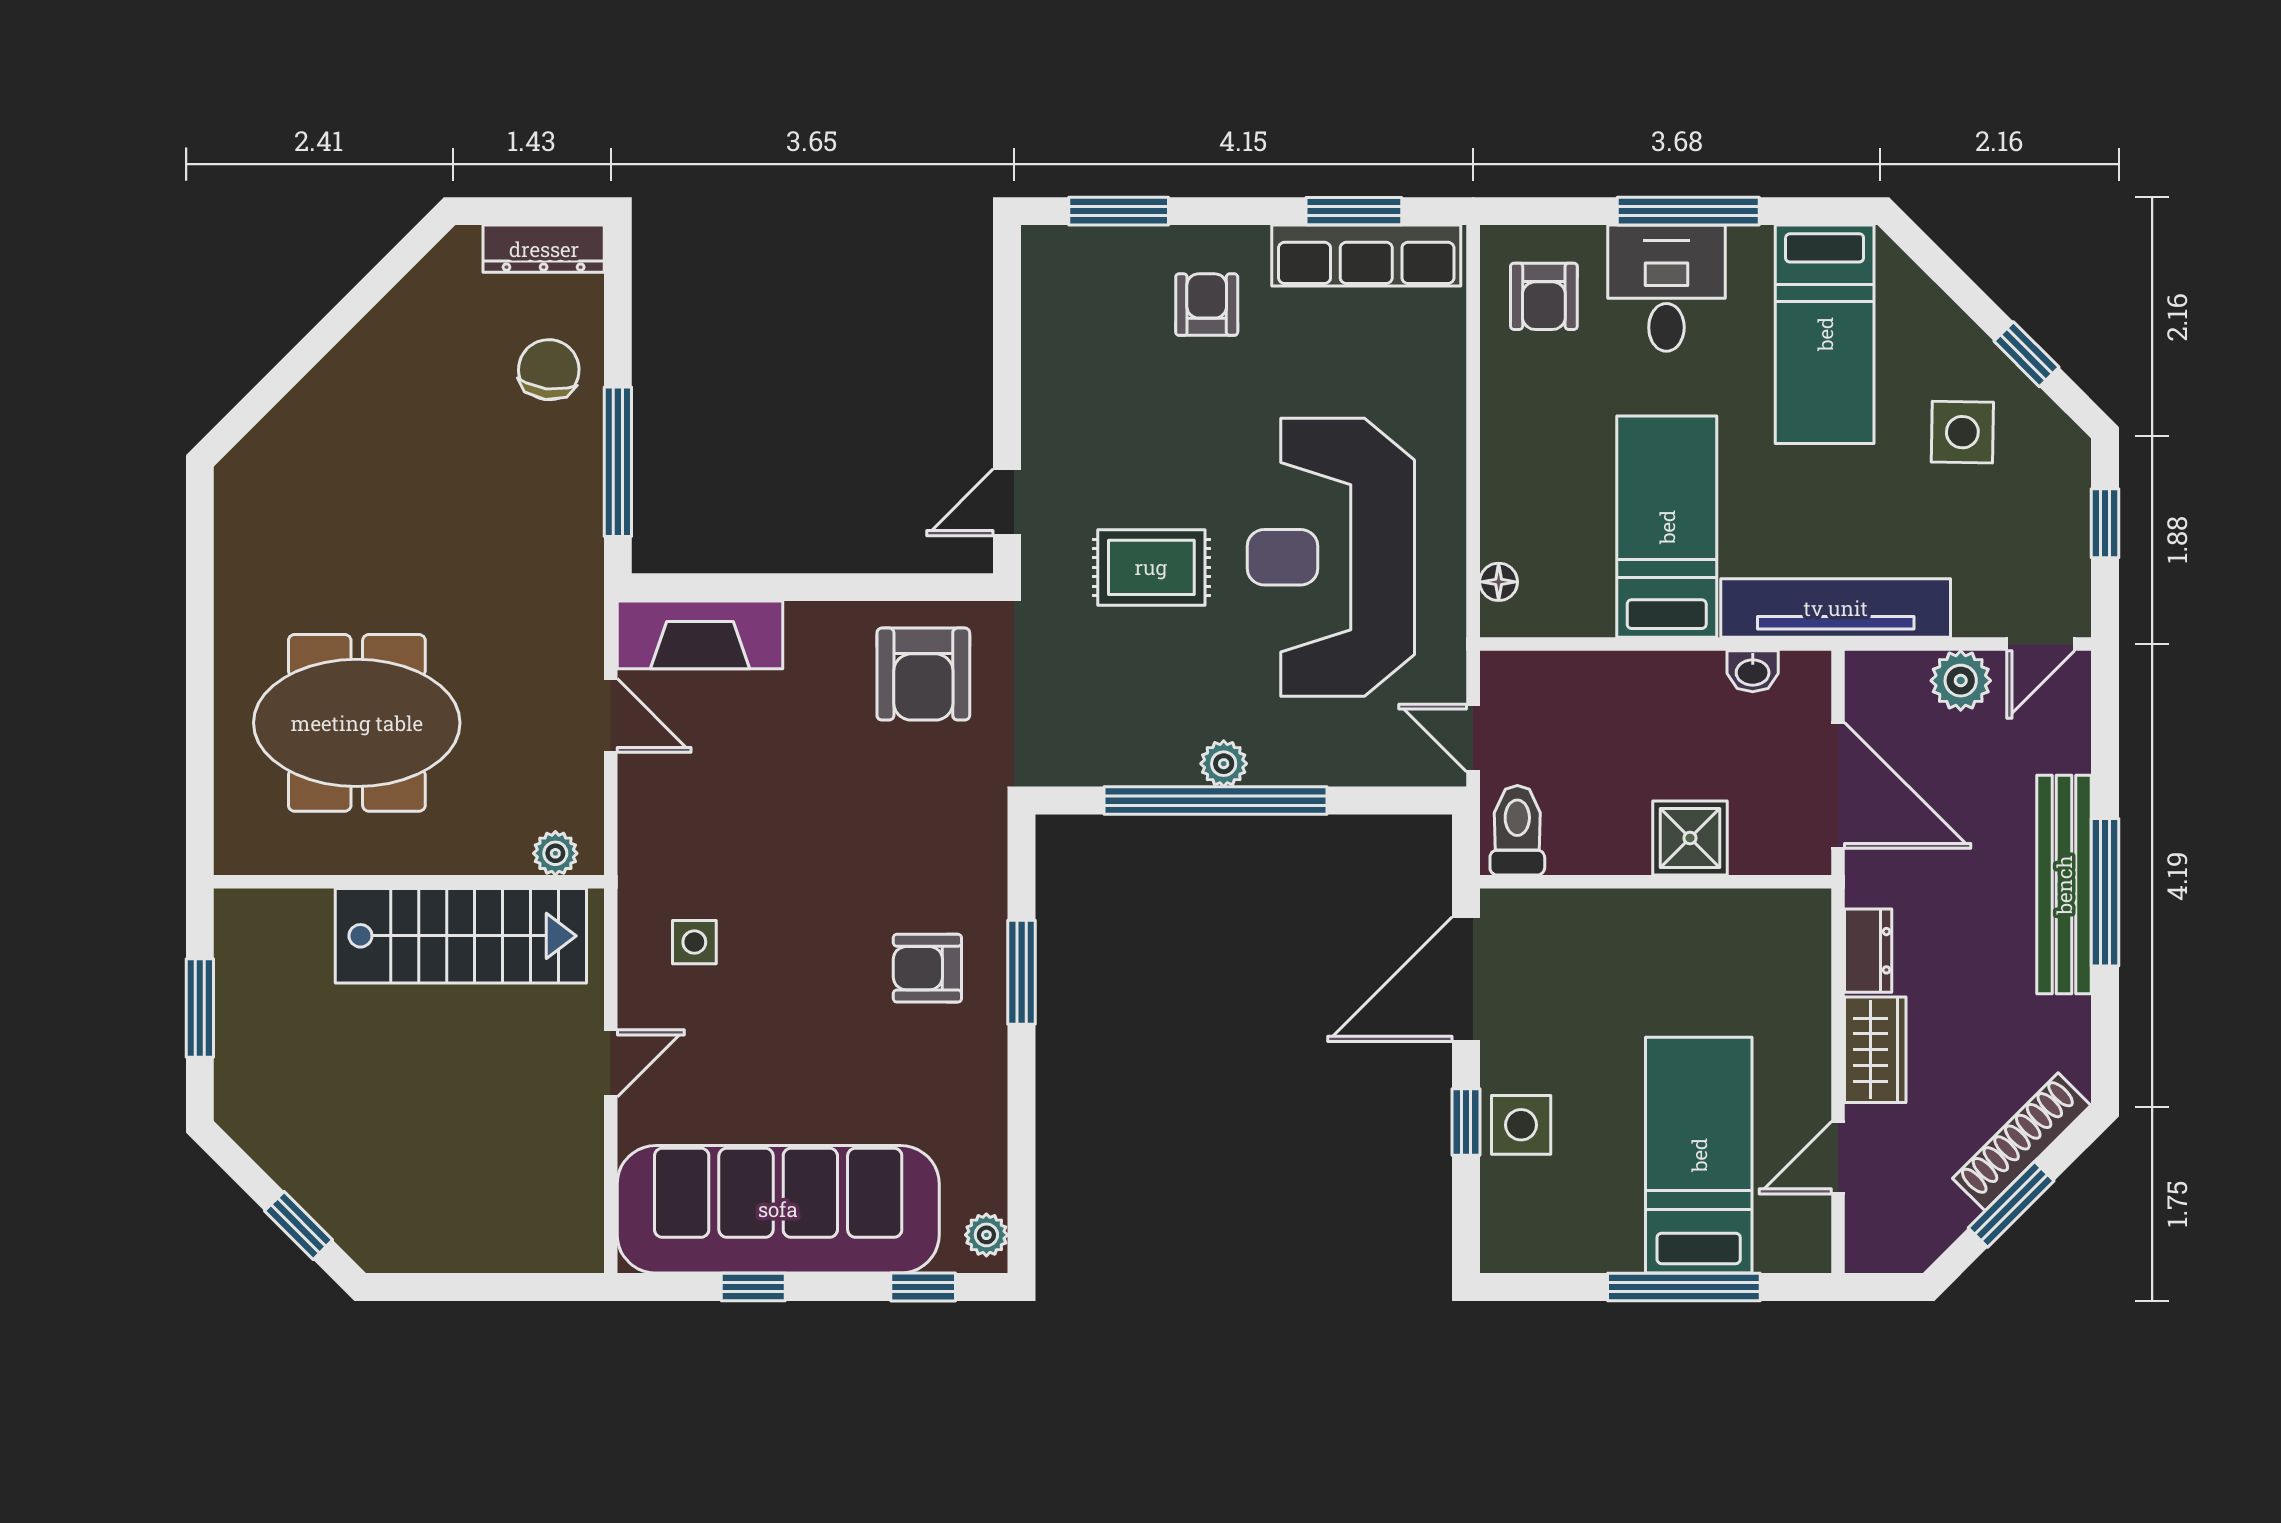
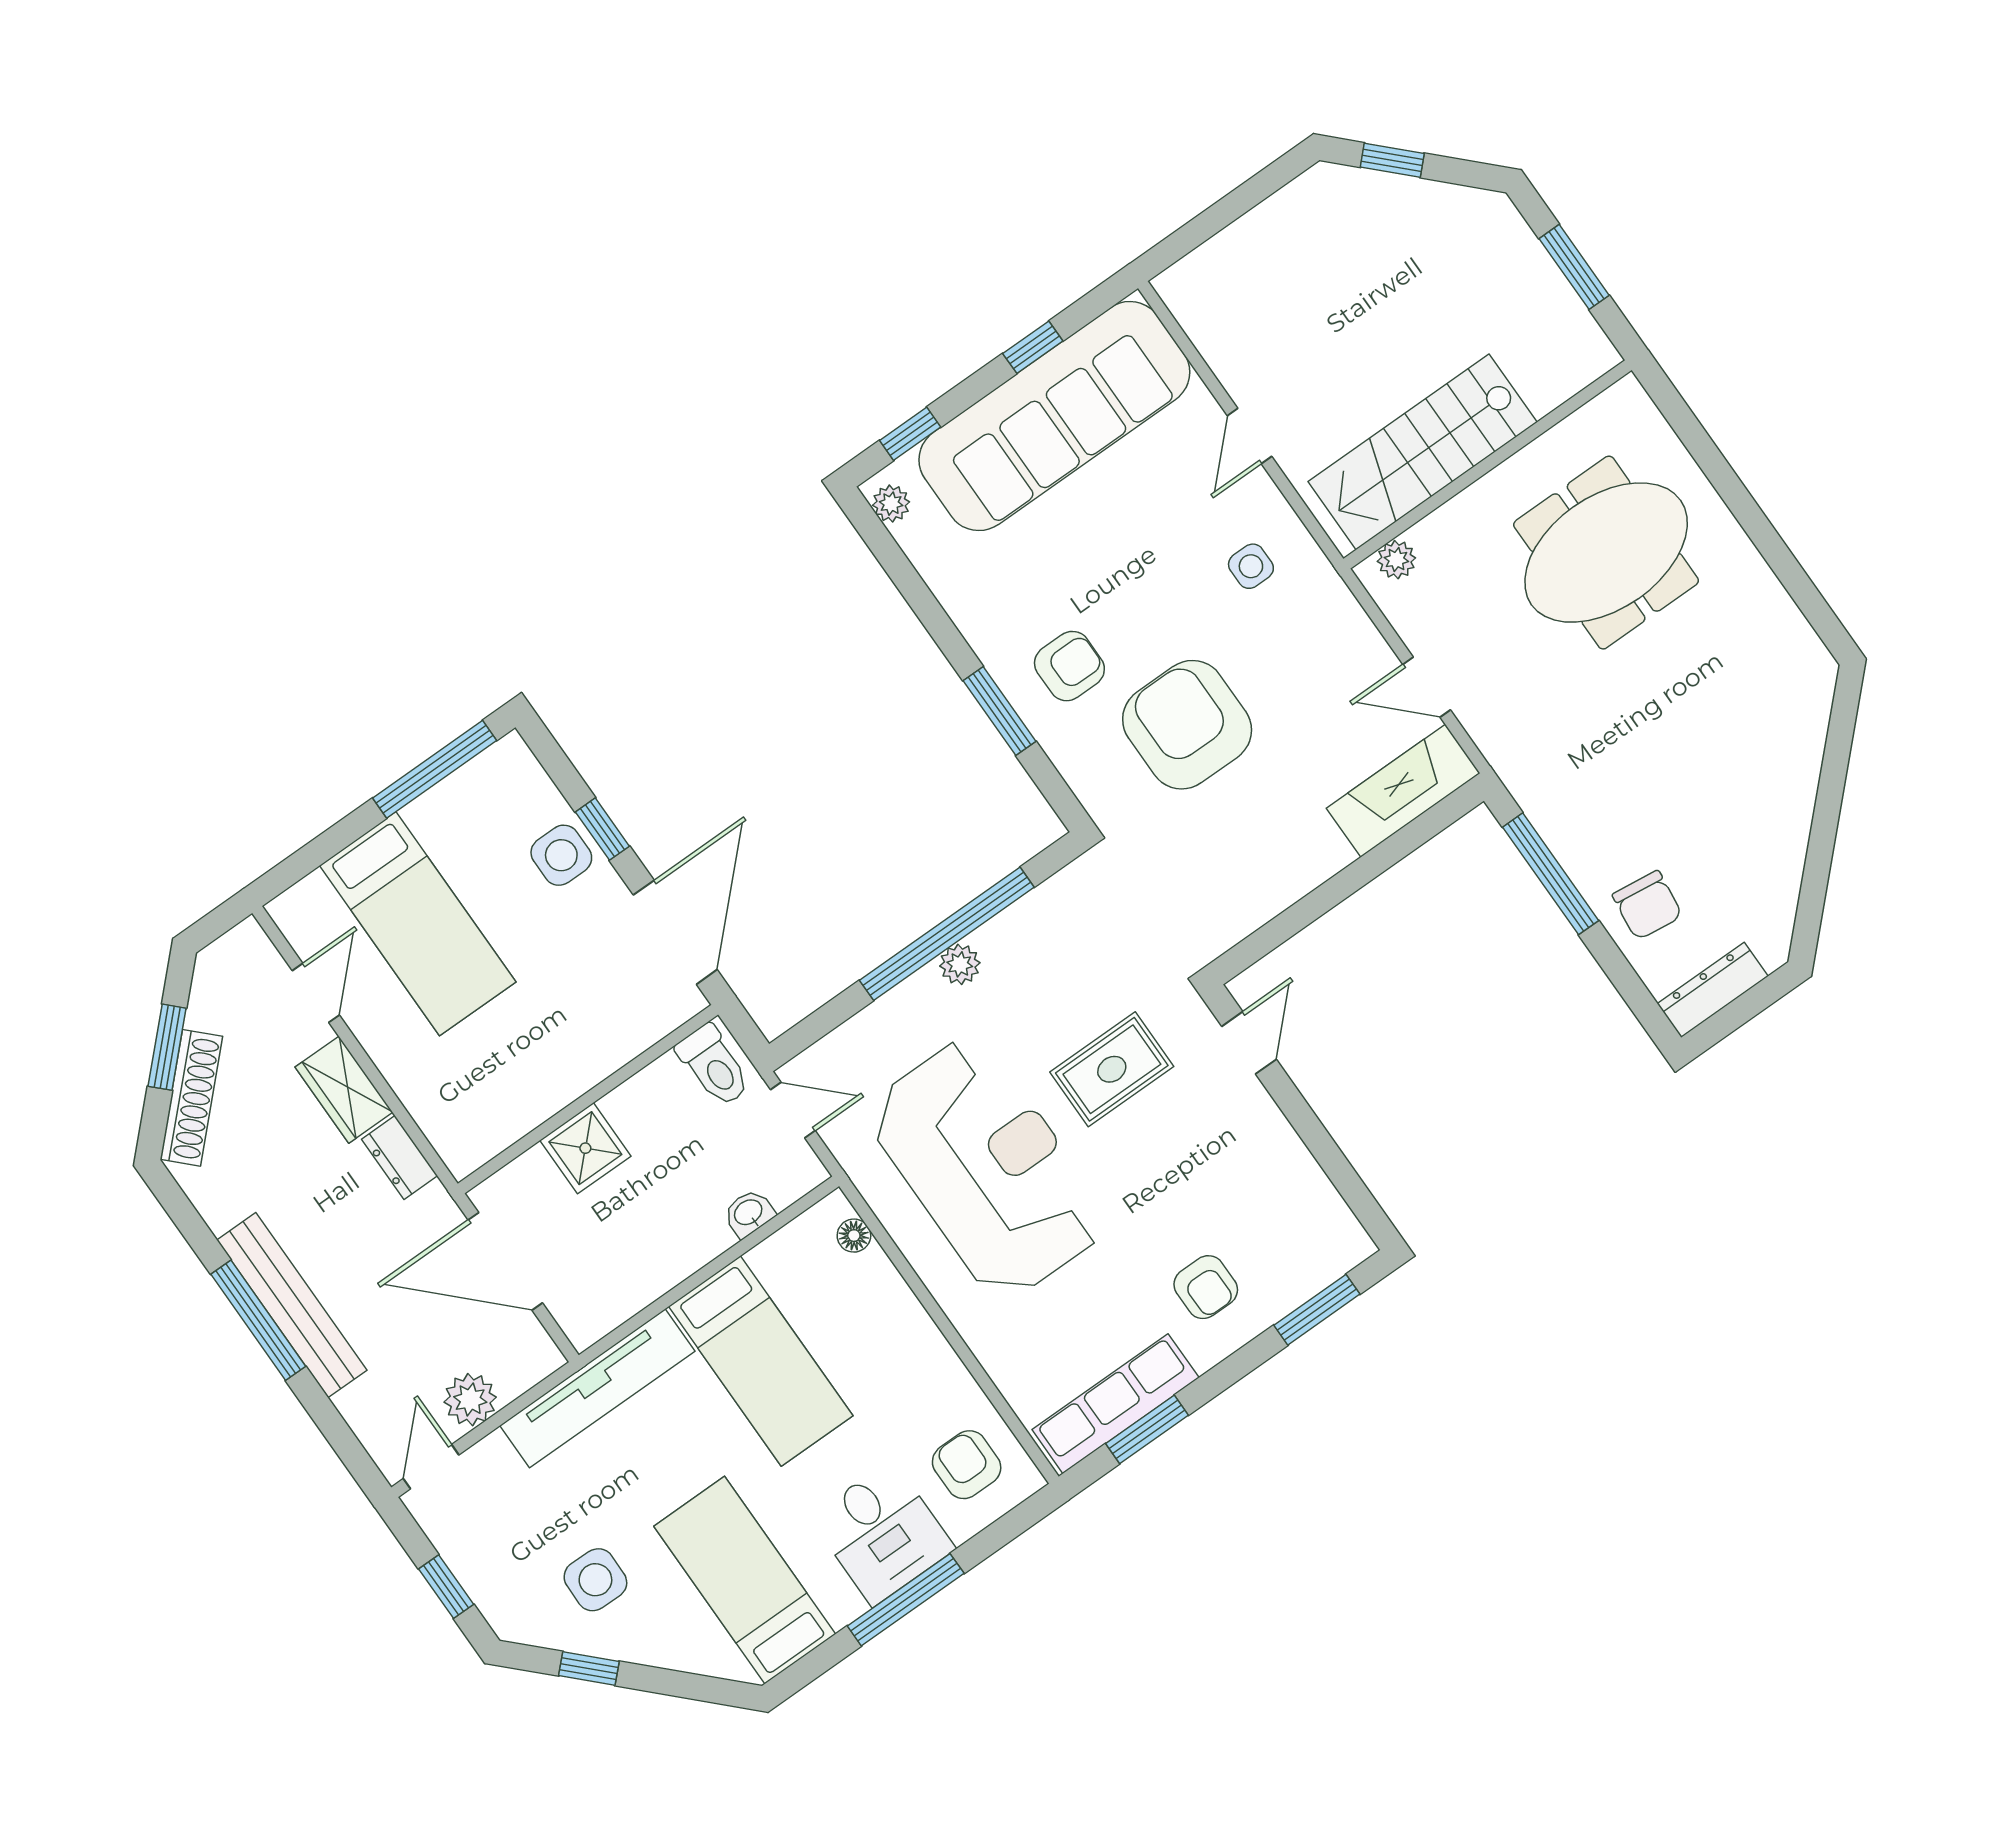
washbasin: (1753, 671) -> (749, 1213), moved
armchair: (923, 674) -> (1187, 725), moved, width x1.36, depth x1.36
window: (1684, 1287) -> (435, 769), moved

